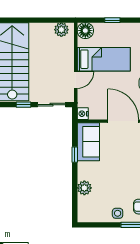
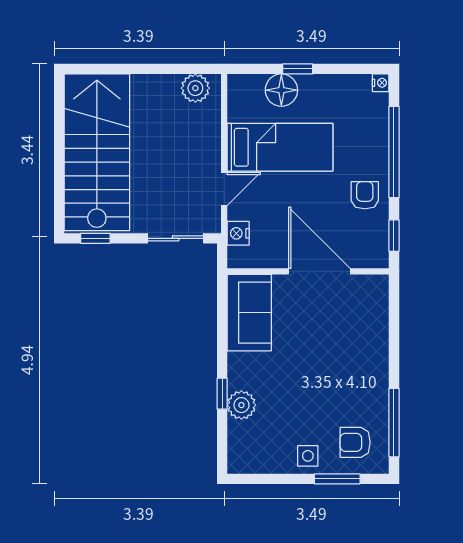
floor lamp: (85, 31) -> (281, 90), moved
window: (24, 105) -> (95, 238), moved
nightstand: (83, 114) -> (238, 233), moved
window: (75, 155) -> (222, 394), moved

